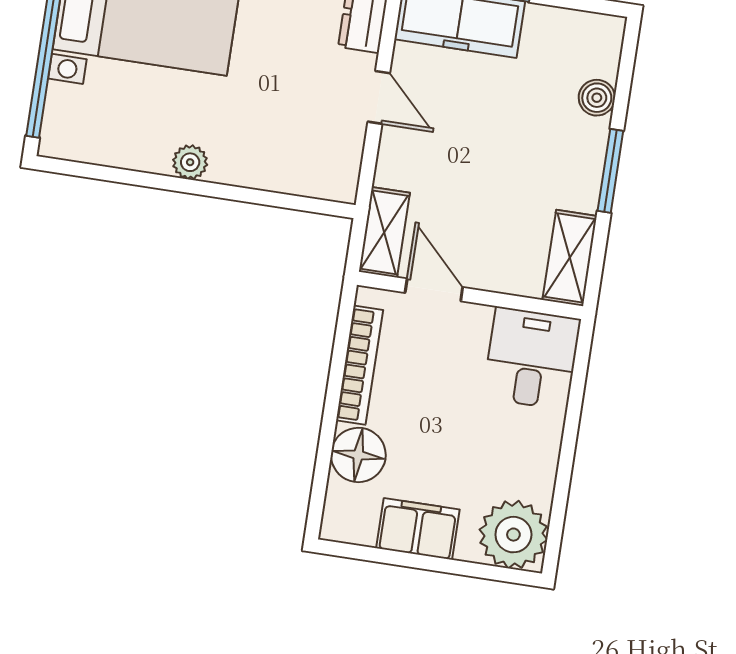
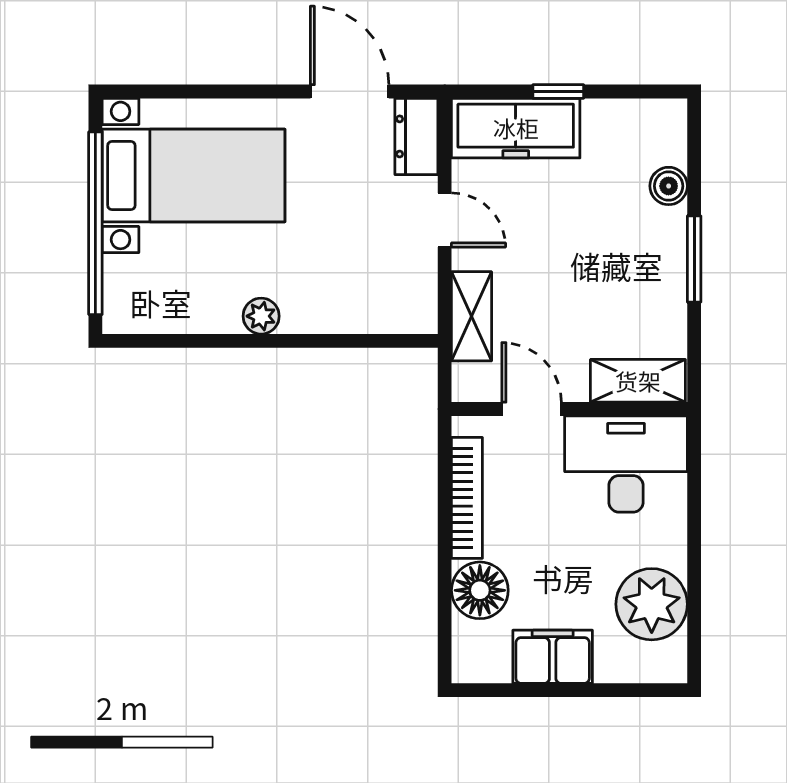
shelving: (384, 232) -> (472, 316), moved
shelving: (570, 258) -> (638, 381), moved, turned 90
desk: (532, 358) -> (626, 464), width x1.37
plant: (513, 535) -> (652, 604), moved

